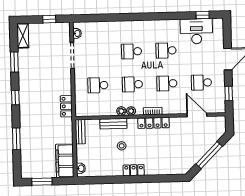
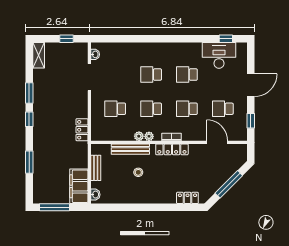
window: (14, 62) -> (29, 93), moved
bench: (113, 124) -> (130, 149), width x1.36
bench: (80, 132) -> (96, 168), moved
locker: (134, 170) -> (187, 198), moved
window: (42, 182) -> (55, 207), width x1.44

